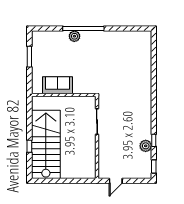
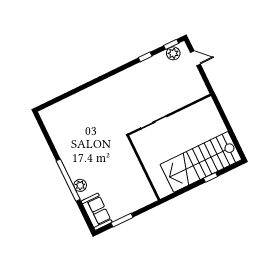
sofa: (57, 85) -> (97, 212), moved, turned 180
plant: (146, 146) -> (173, 53), moved
door: (116, 181) -> (195, 58), moved

